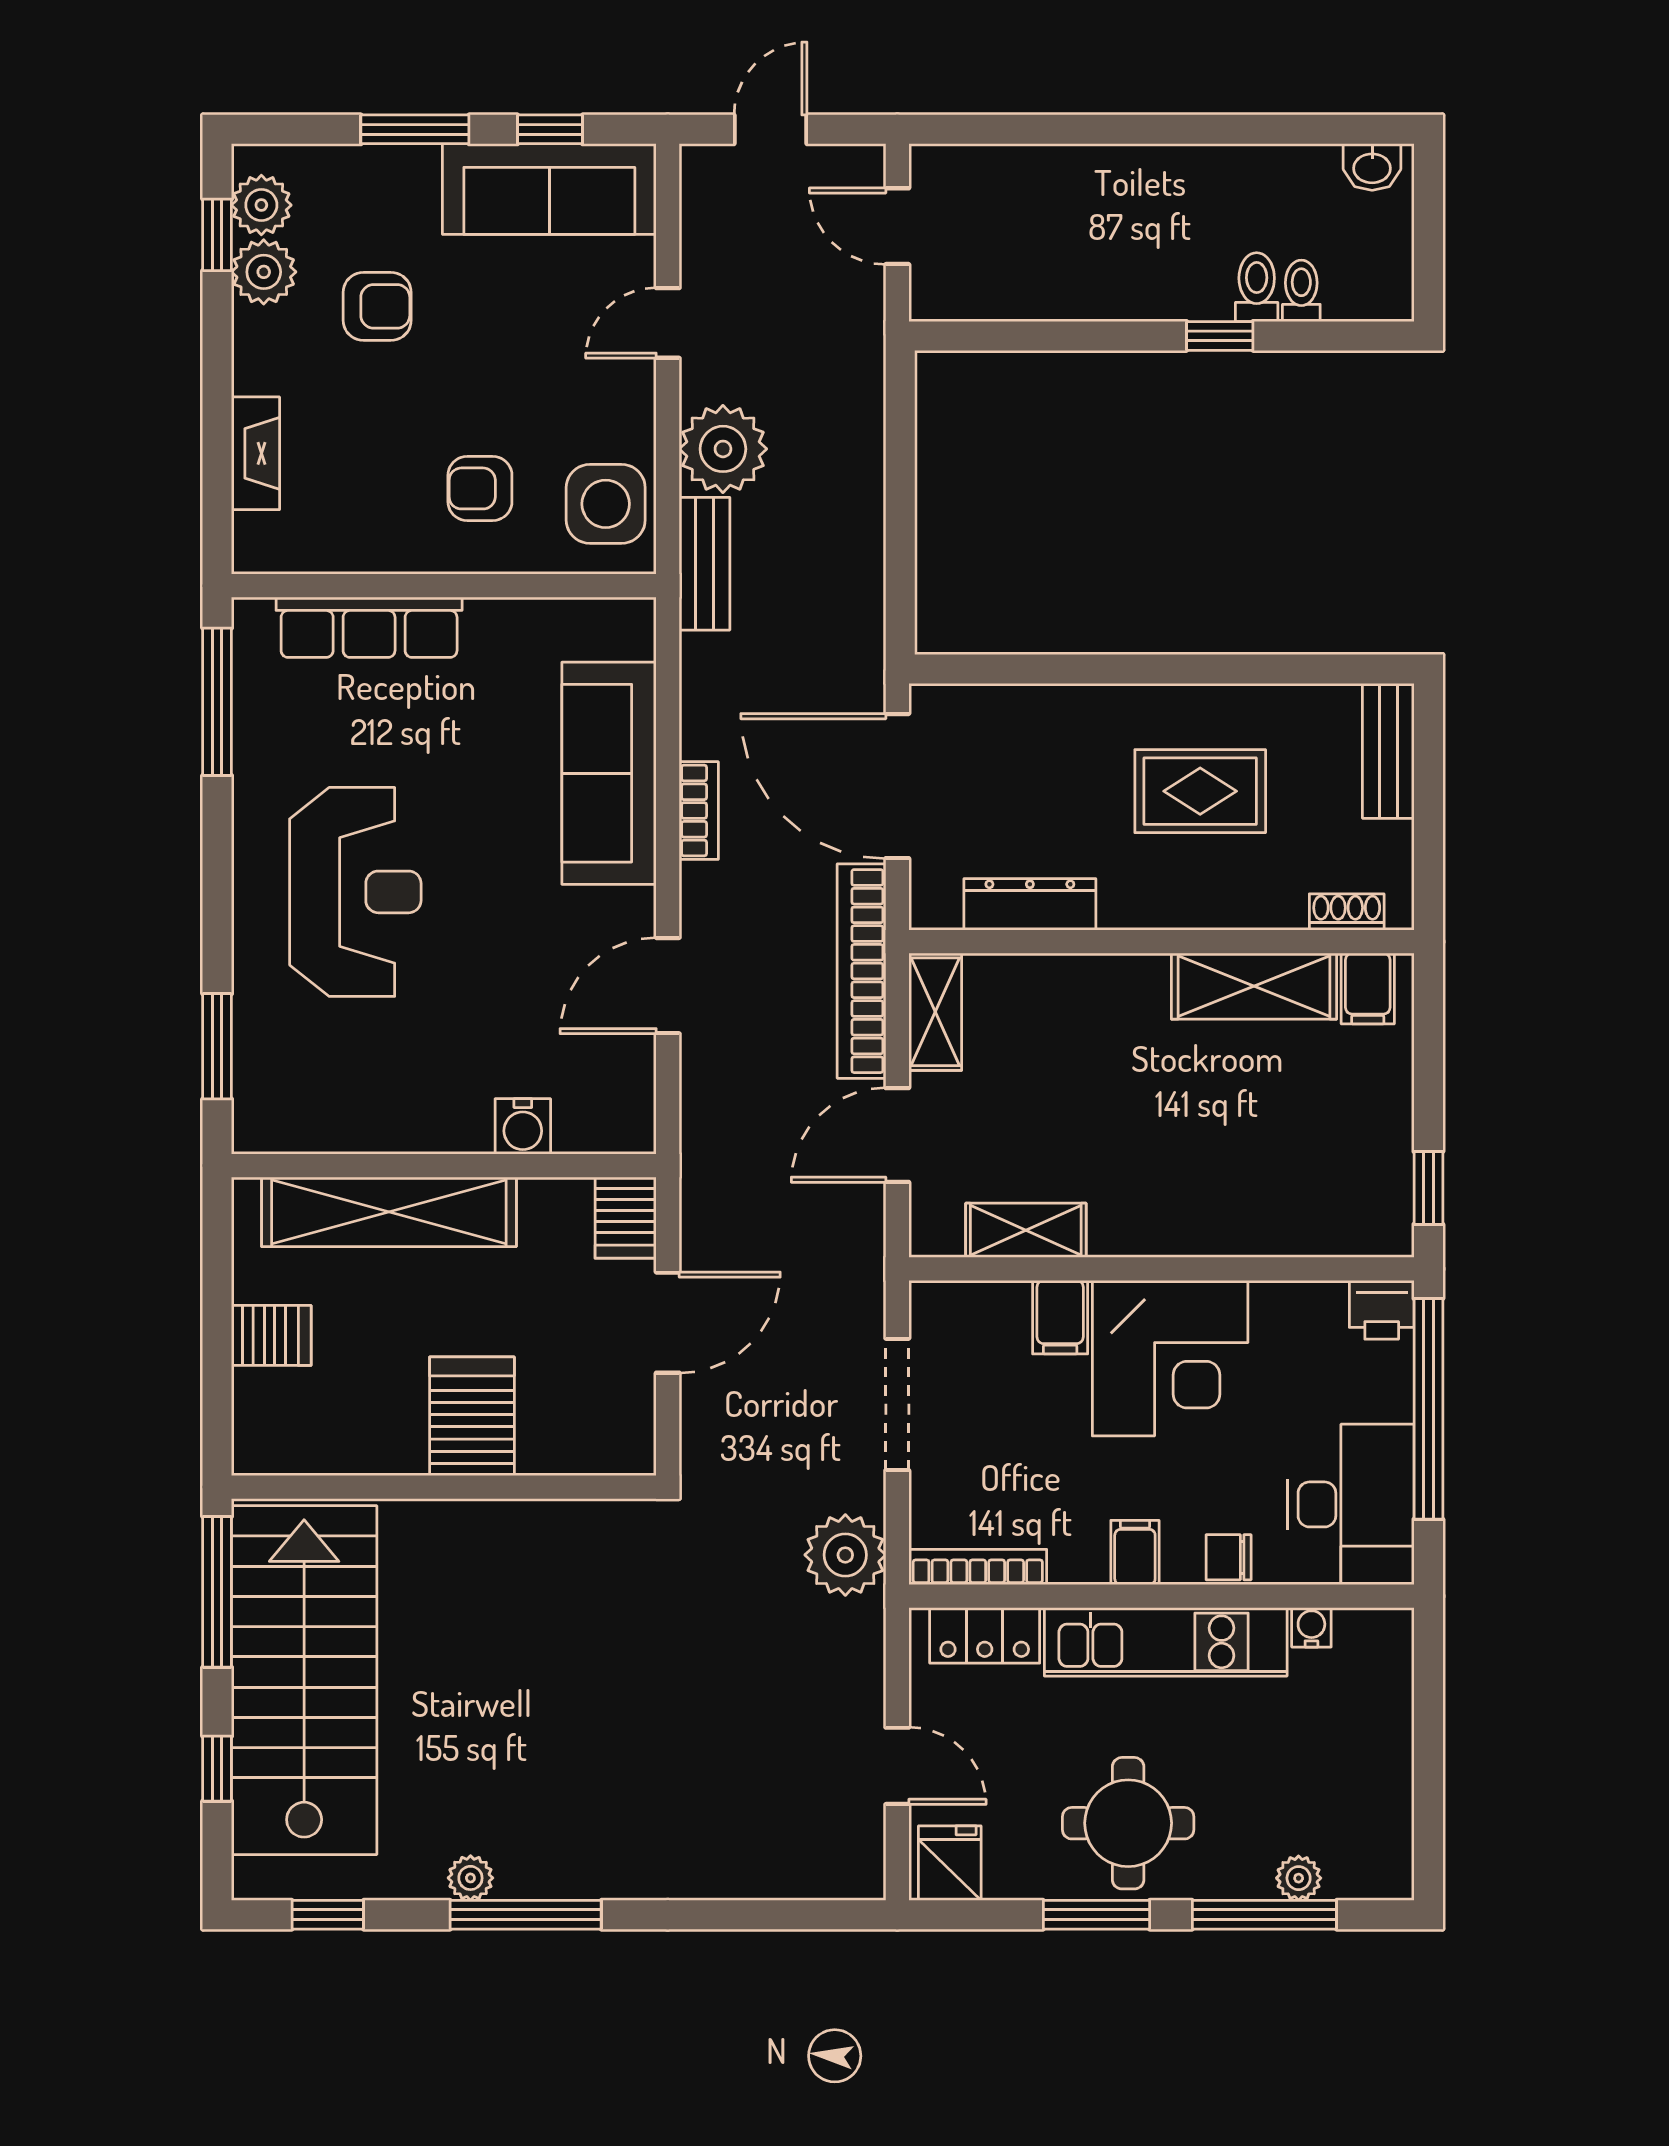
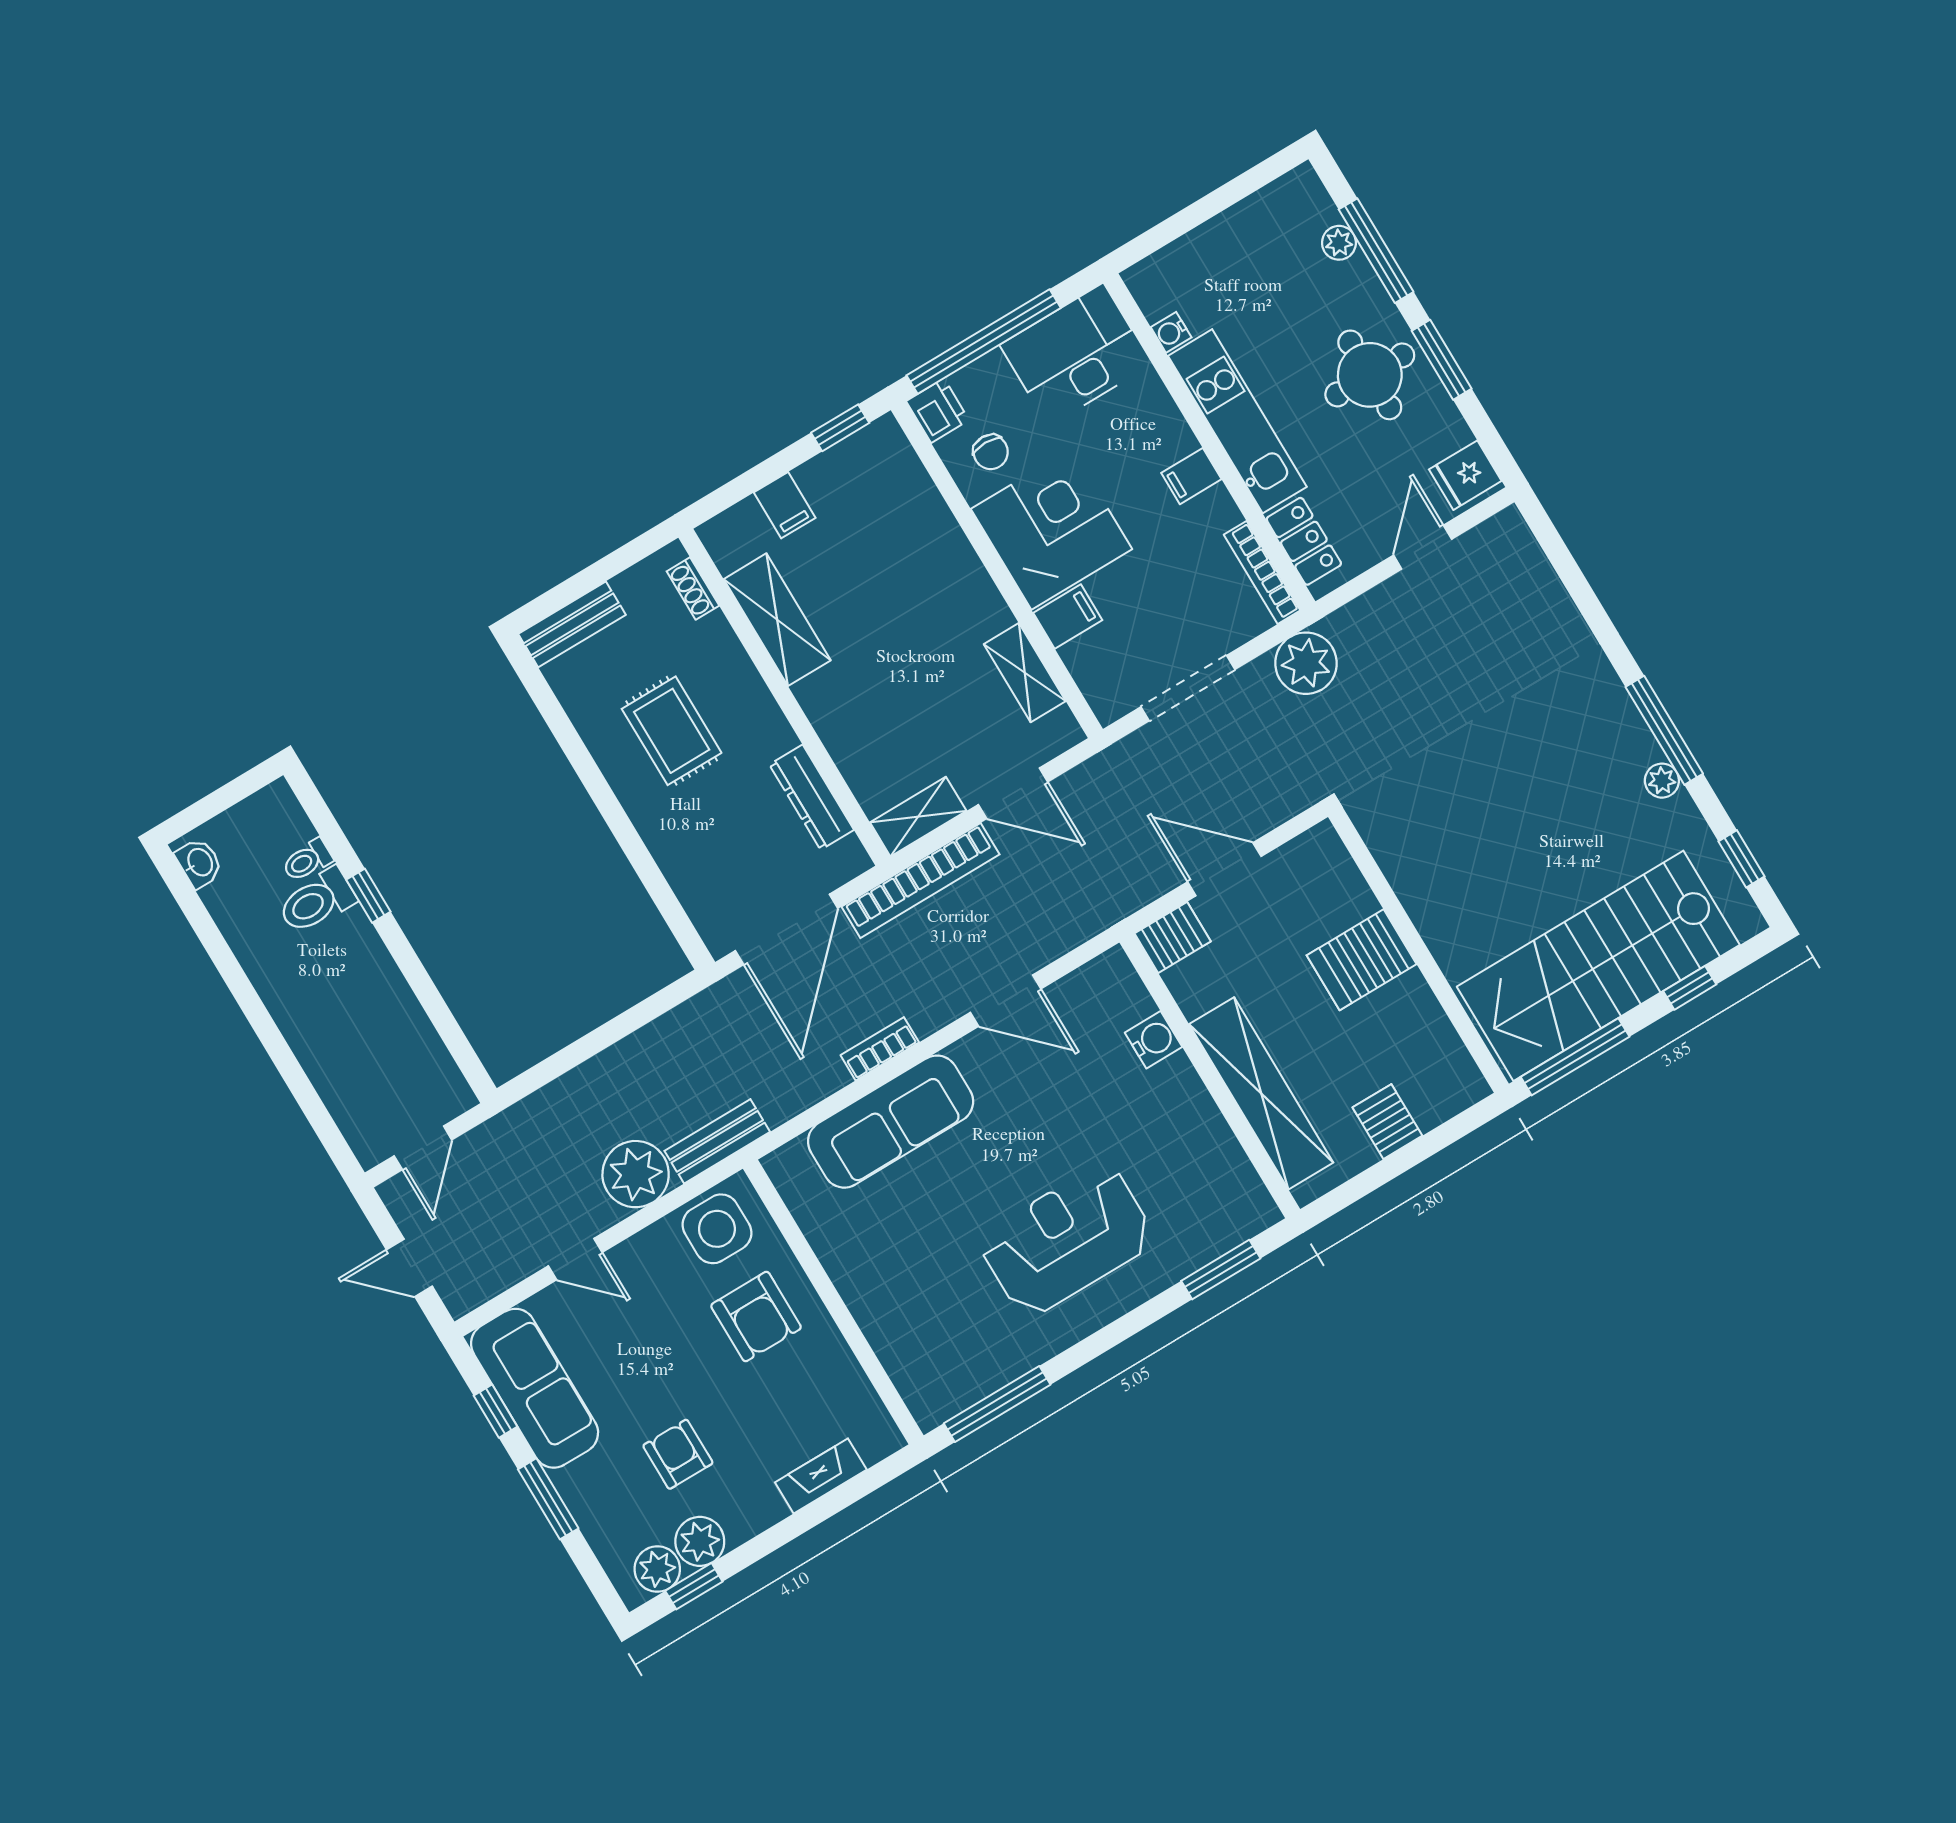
toilet: (1257, 287) -> (317, 901), width x1.37, depth x1.39
armchair: (480, 488) -> (756, 1317), width x1.38, depth x1.38
row of seats: (369, 627) -> (889, 1334), removed
filing cabinet: (1368, 989) -> (785, 505), moved, turned 90
chair: (1229, 1557) -> (991, 452), moved

